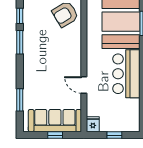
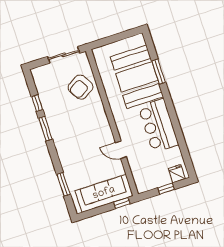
fridge: (93, 124) -> (177, 174), moved
window: (55, 135) -> (122, 203), moved

